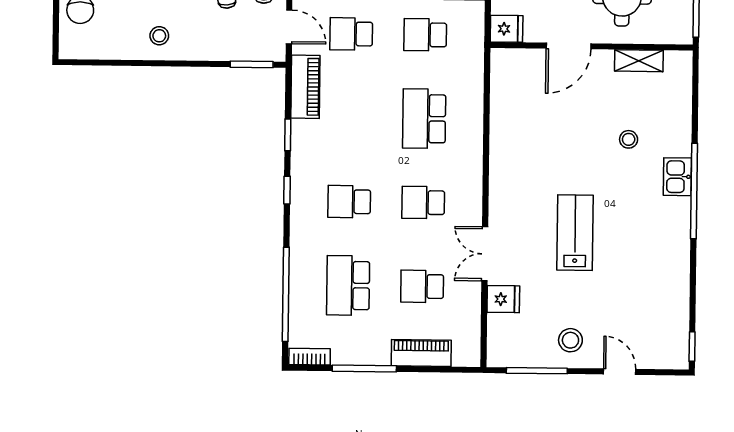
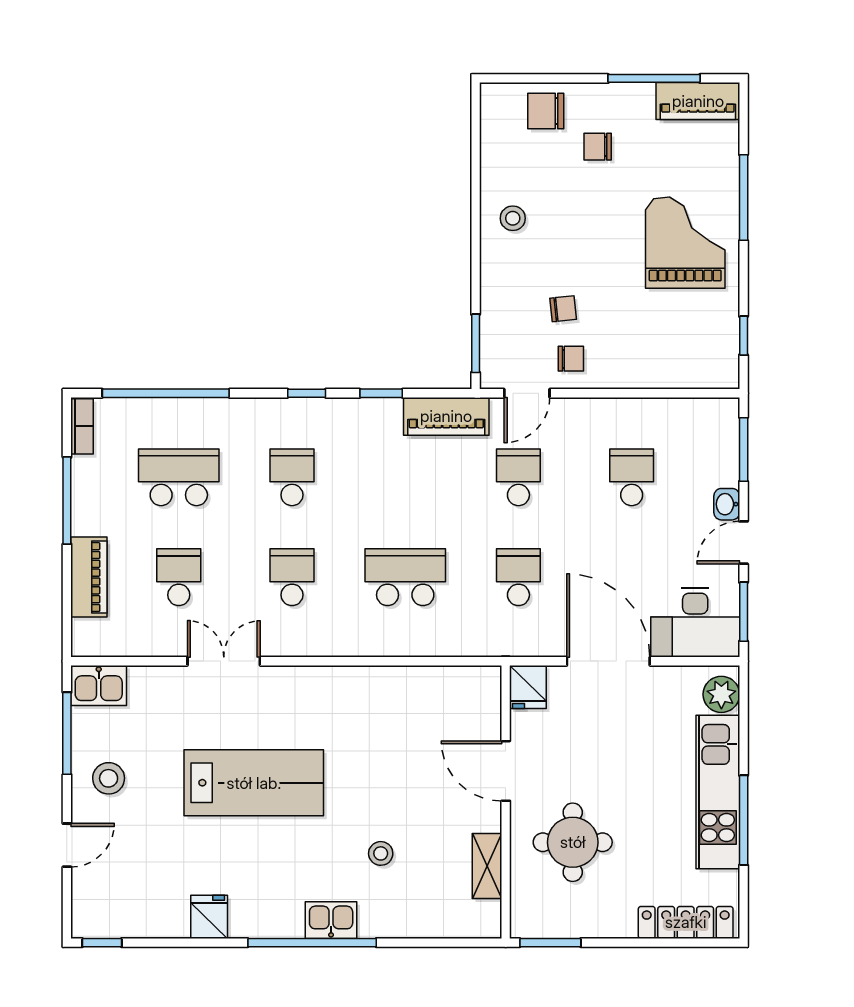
lab bench: (575, 233) -> (254, 783), width x1.36, depth x1.39
fridge: (503, 299) -> (209, 917), moved, turned 180
kitchen sink: (502, 347) -> (99, 685), added

